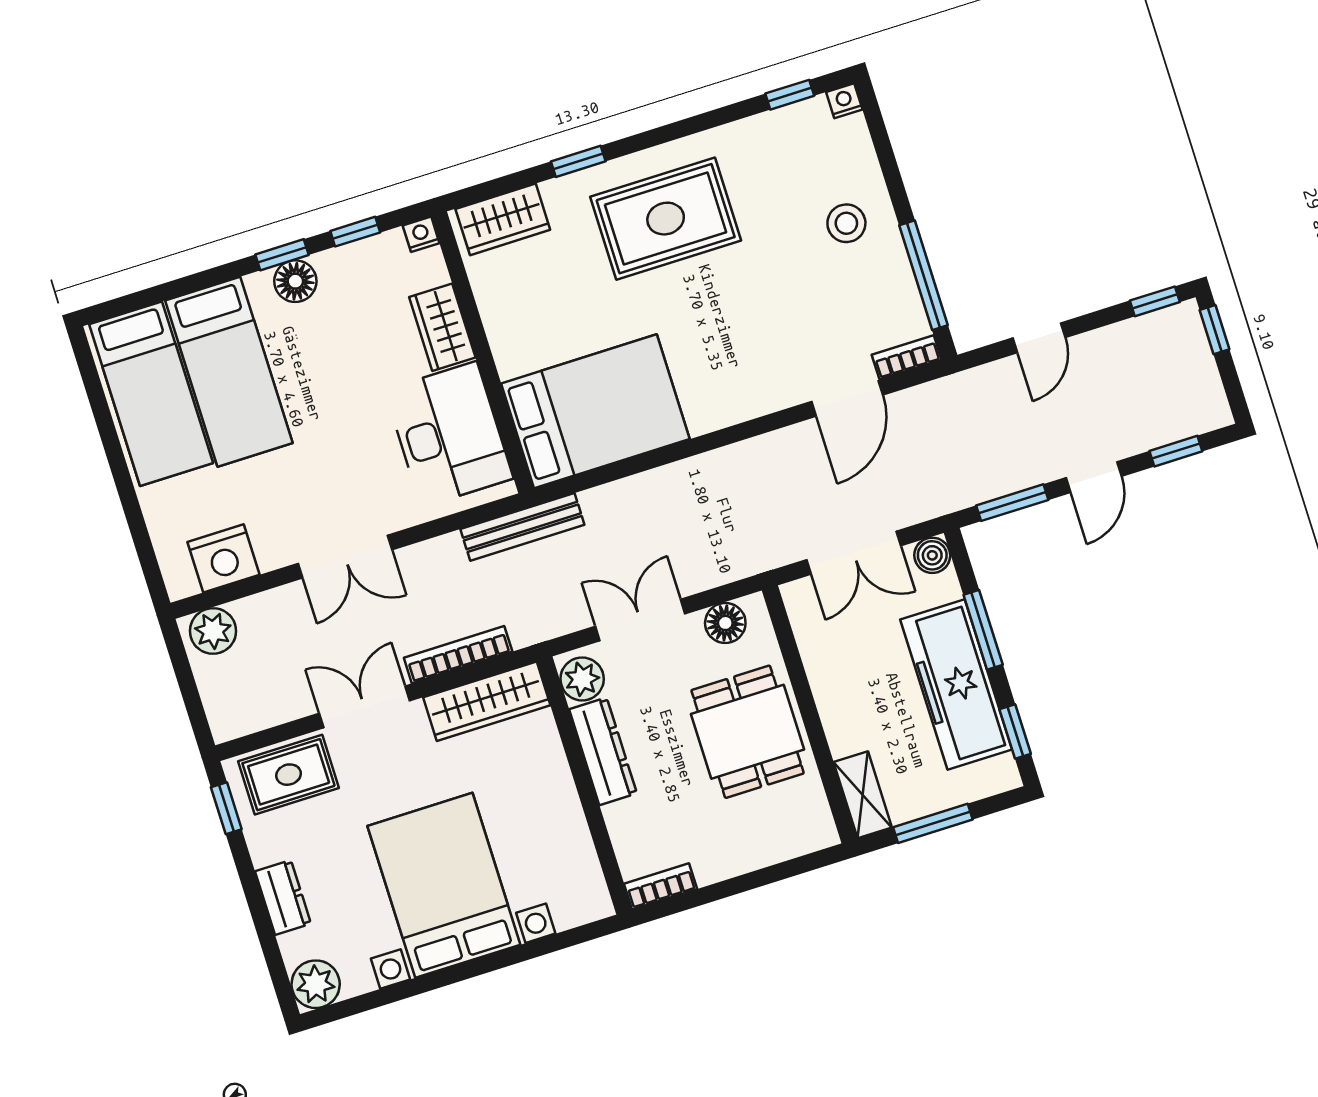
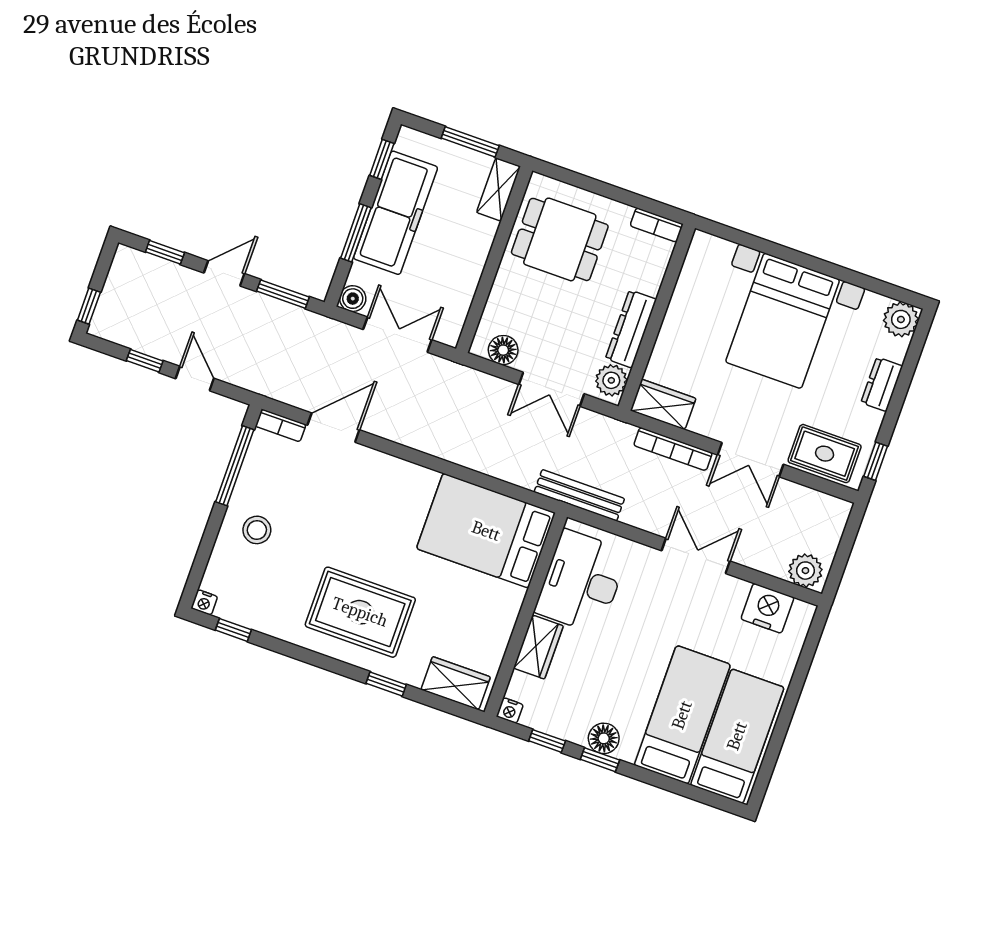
window: (1155, 301) -> (145, 361), moved
door: (1039, 338) -> (195, 379), hinge flipped
wardrobe: (487, 701) -> (663, 404), width x0.67
dining table: (748, 732) -> (560, 239), moved, turned 90

